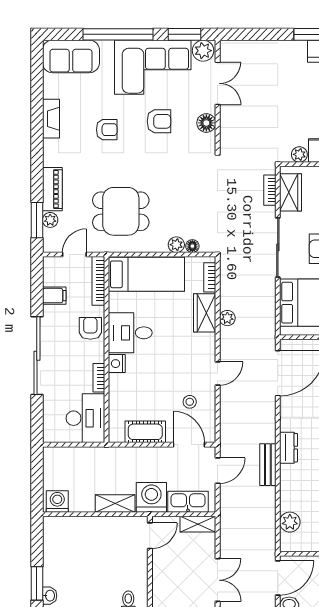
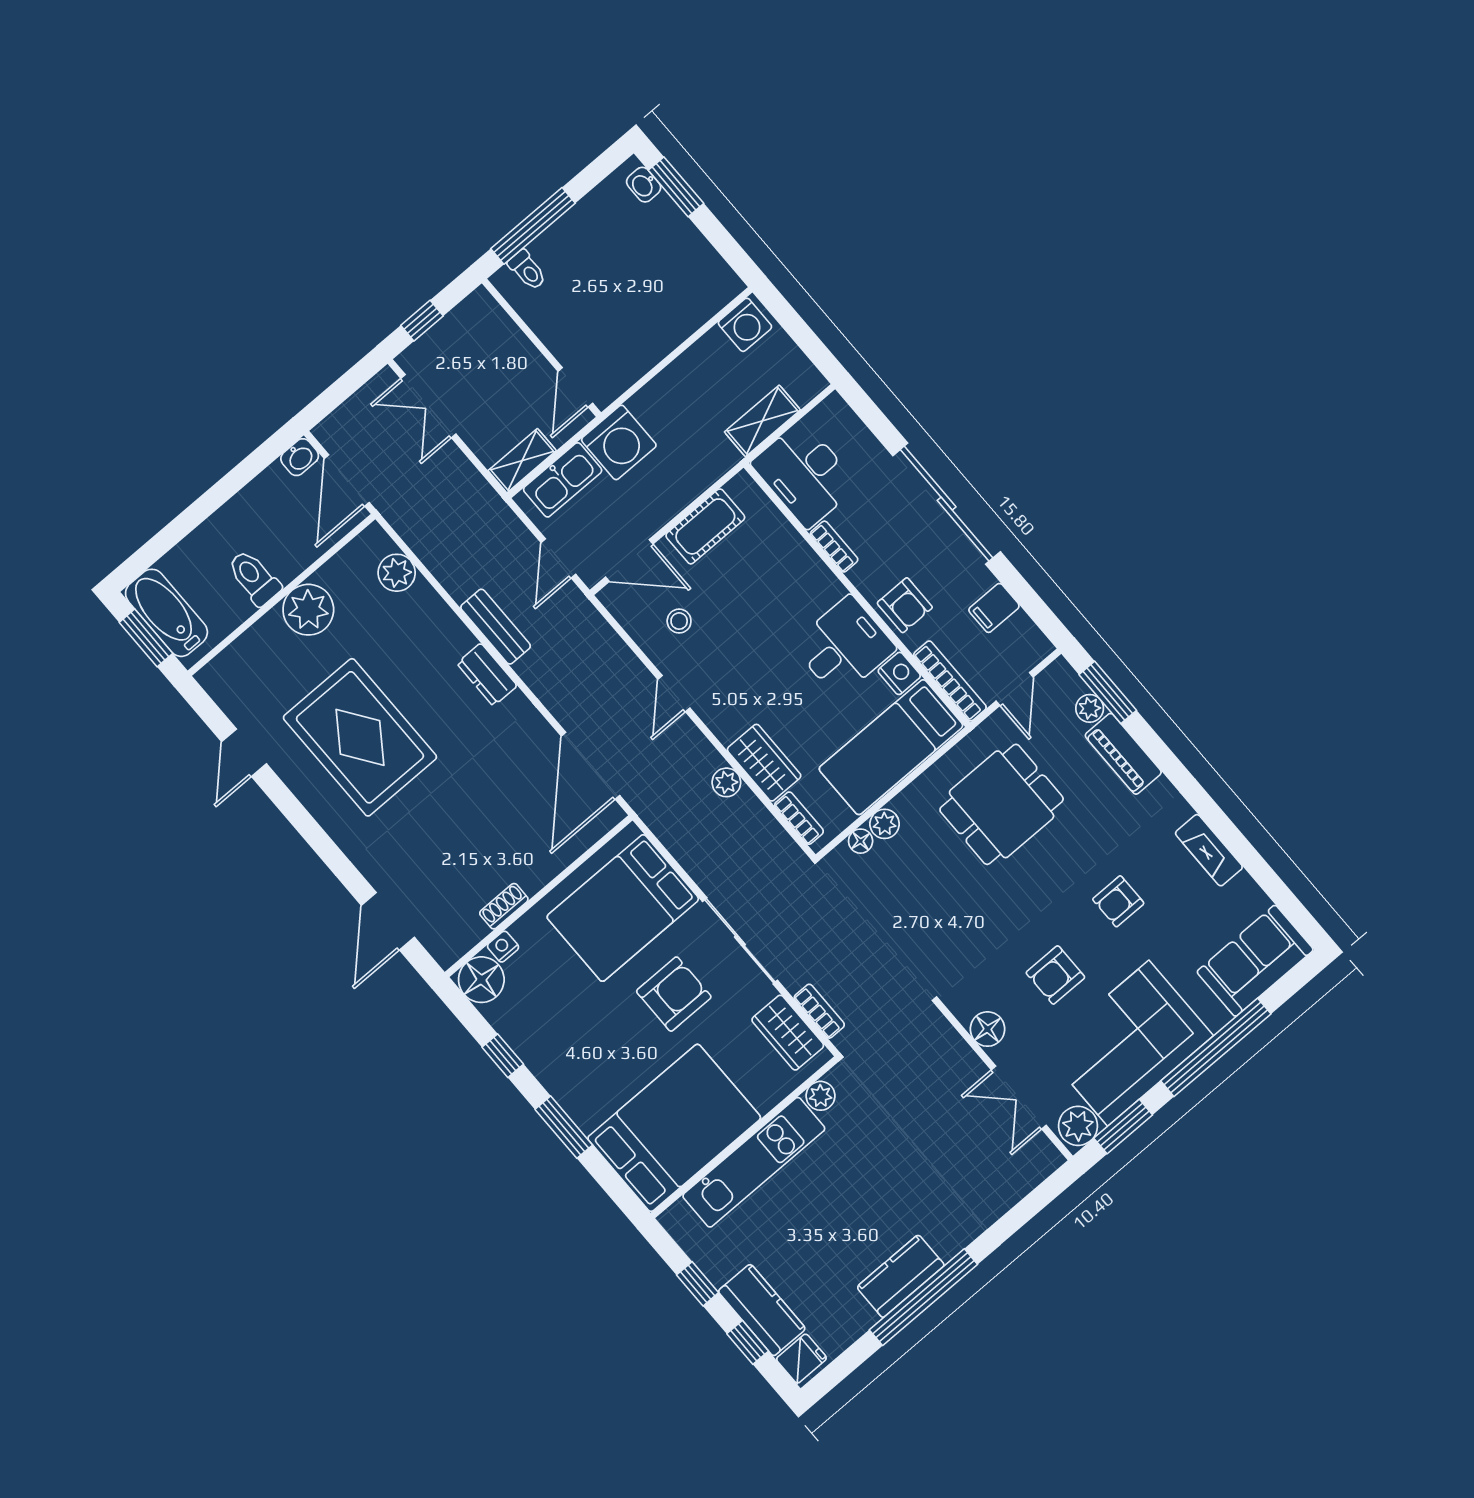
nightstand: (117, 364) -> (899, 673), moved
shelving: (115, 503) -> (762, 421), moved

